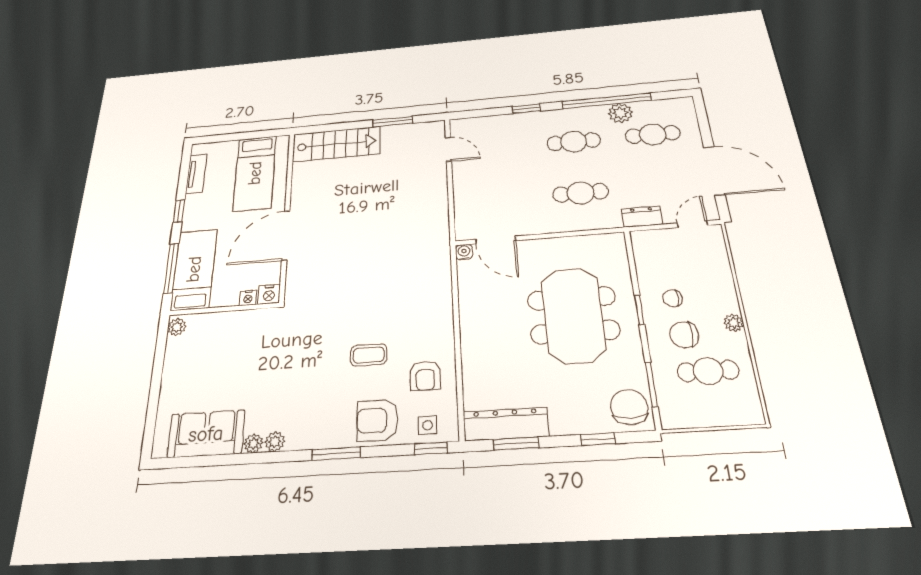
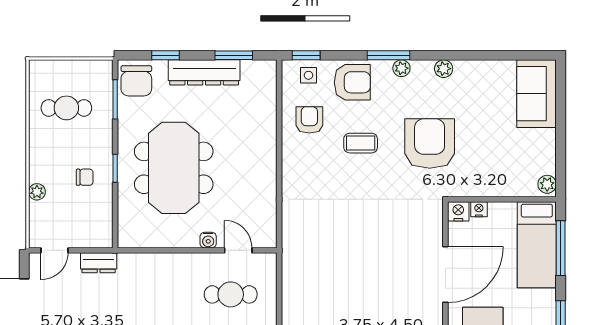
cafe table: (581, 193) -> (231, 294), moved
door: (496, 240) -> (238, 250), width x0.73
water cooler: (464, 252) -> (208, 240), moved
plant: (734, 323) -> (37, 192), moved
chair: (684, 335) -> (81, 142), removed
armchair: (295, 359) -> (430, 144), added
dresser: (506, 424) -> (204, 72), moved
sofa: (206, 434) -> (537, 94), moved, turned 90
plant: (253, 443) -> (401, 68), moved

